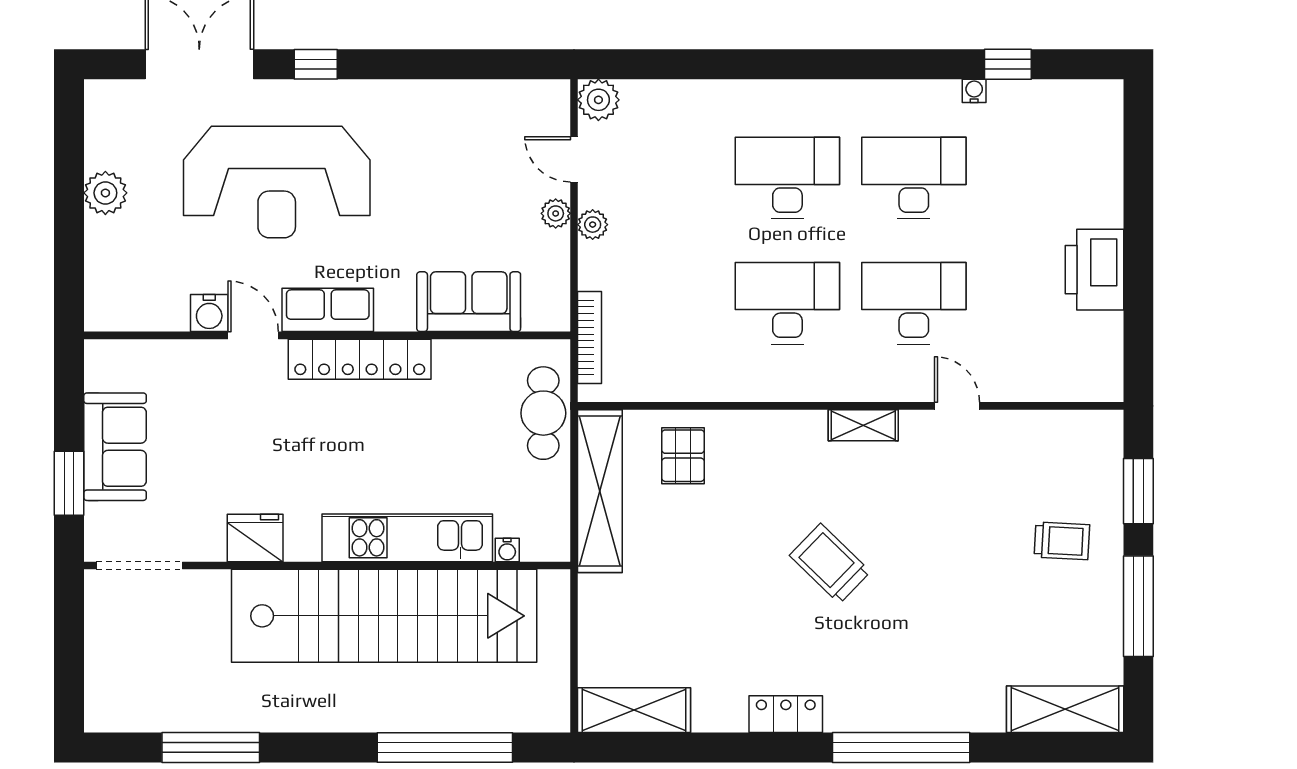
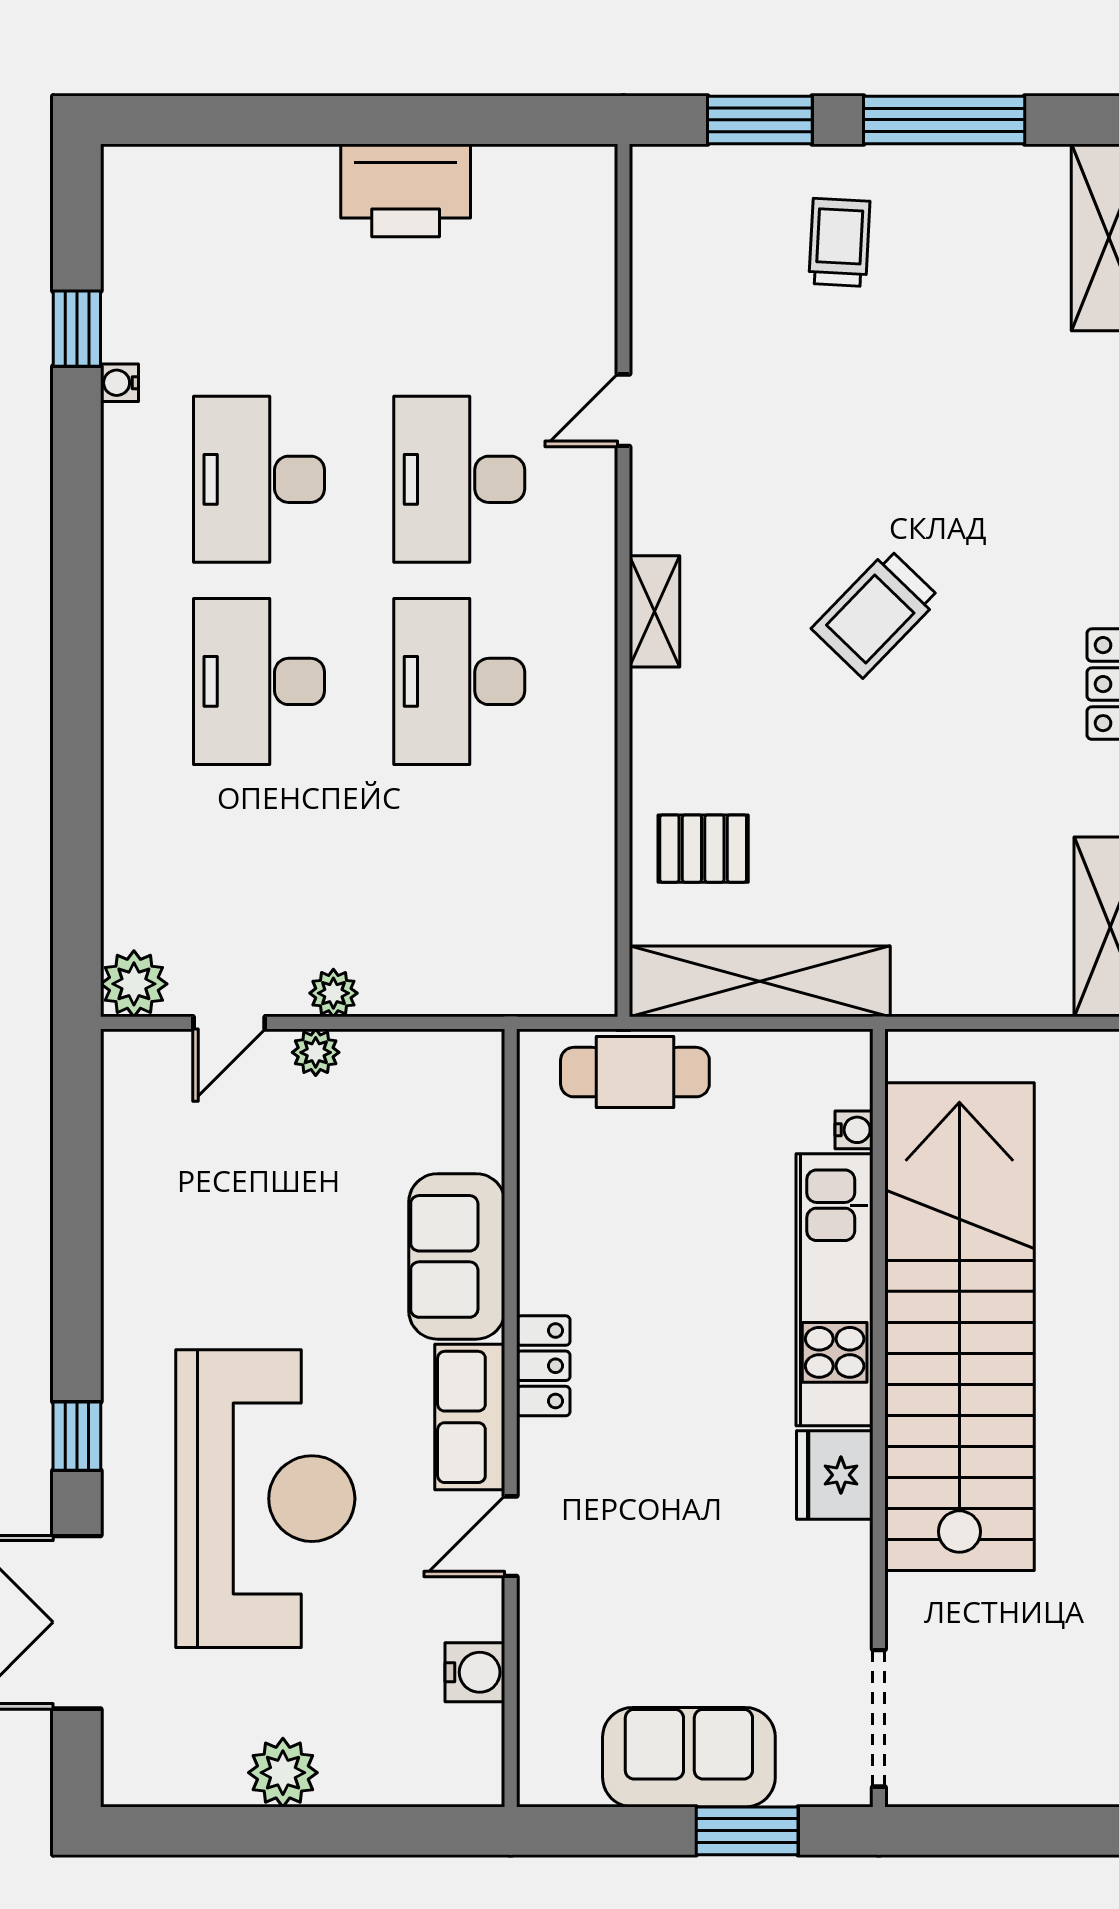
sofa: (469, 302) -> (457, 1256), moved
water cooler: (209, 313) -> (475, 1672), moved
bookcase: (590, 338) -> (514, 998), removed
locker: (360, 359) -> (543, 1366), width x0.46, depth x0.83
shelving: (863, 425) -> (655, 611), moved
fridge: (255, 538) -> (835, 1475), moved

